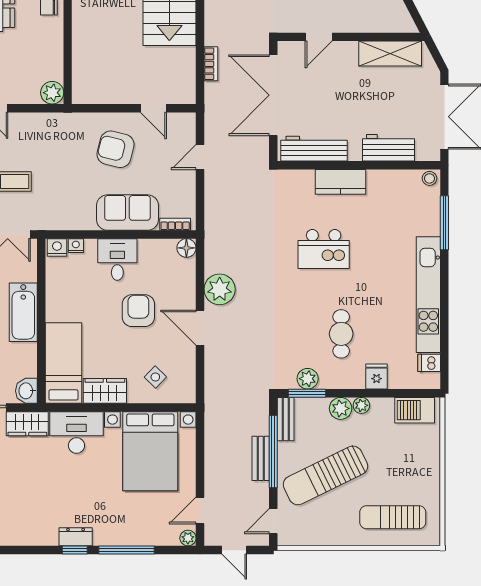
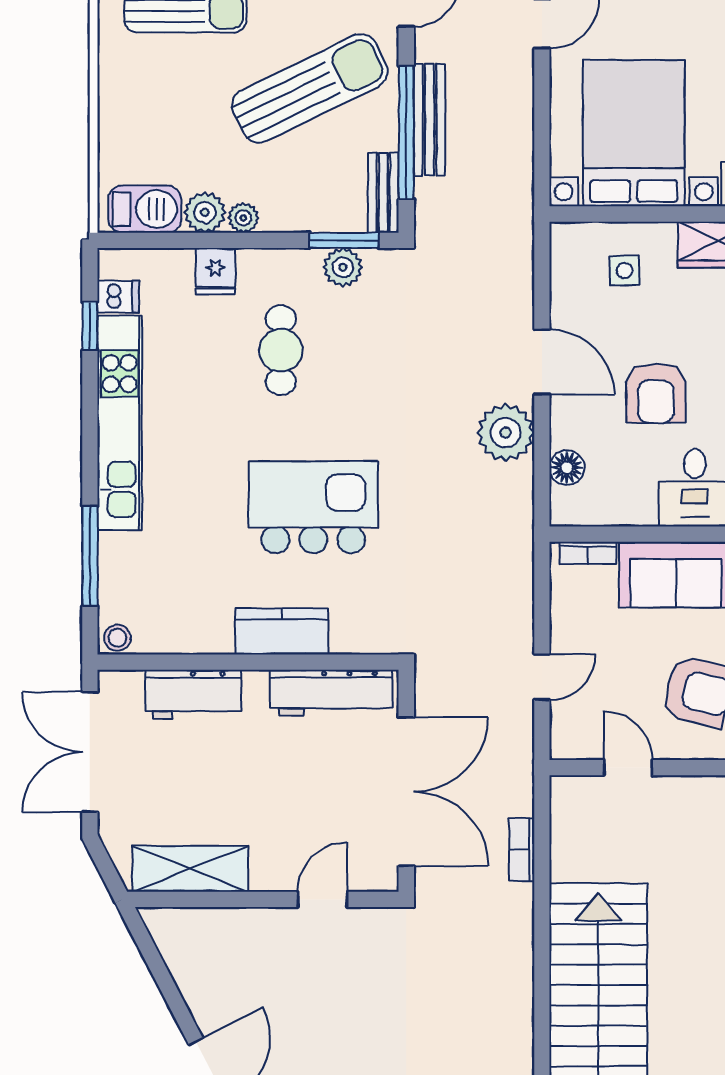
floor lamp: (186, 248) -> (567, 468), moved
kitchen island: (324, 249) -> (313, 507), width x1.37, depth x1.28
window: (444, 347) -> (90, 326), added
side table: (155, 377) -> (624, 270), turned 45
plant: (341, 408) -> (205, 212), moved
bench: (261, 458) -> (429, 120), width x1.36

